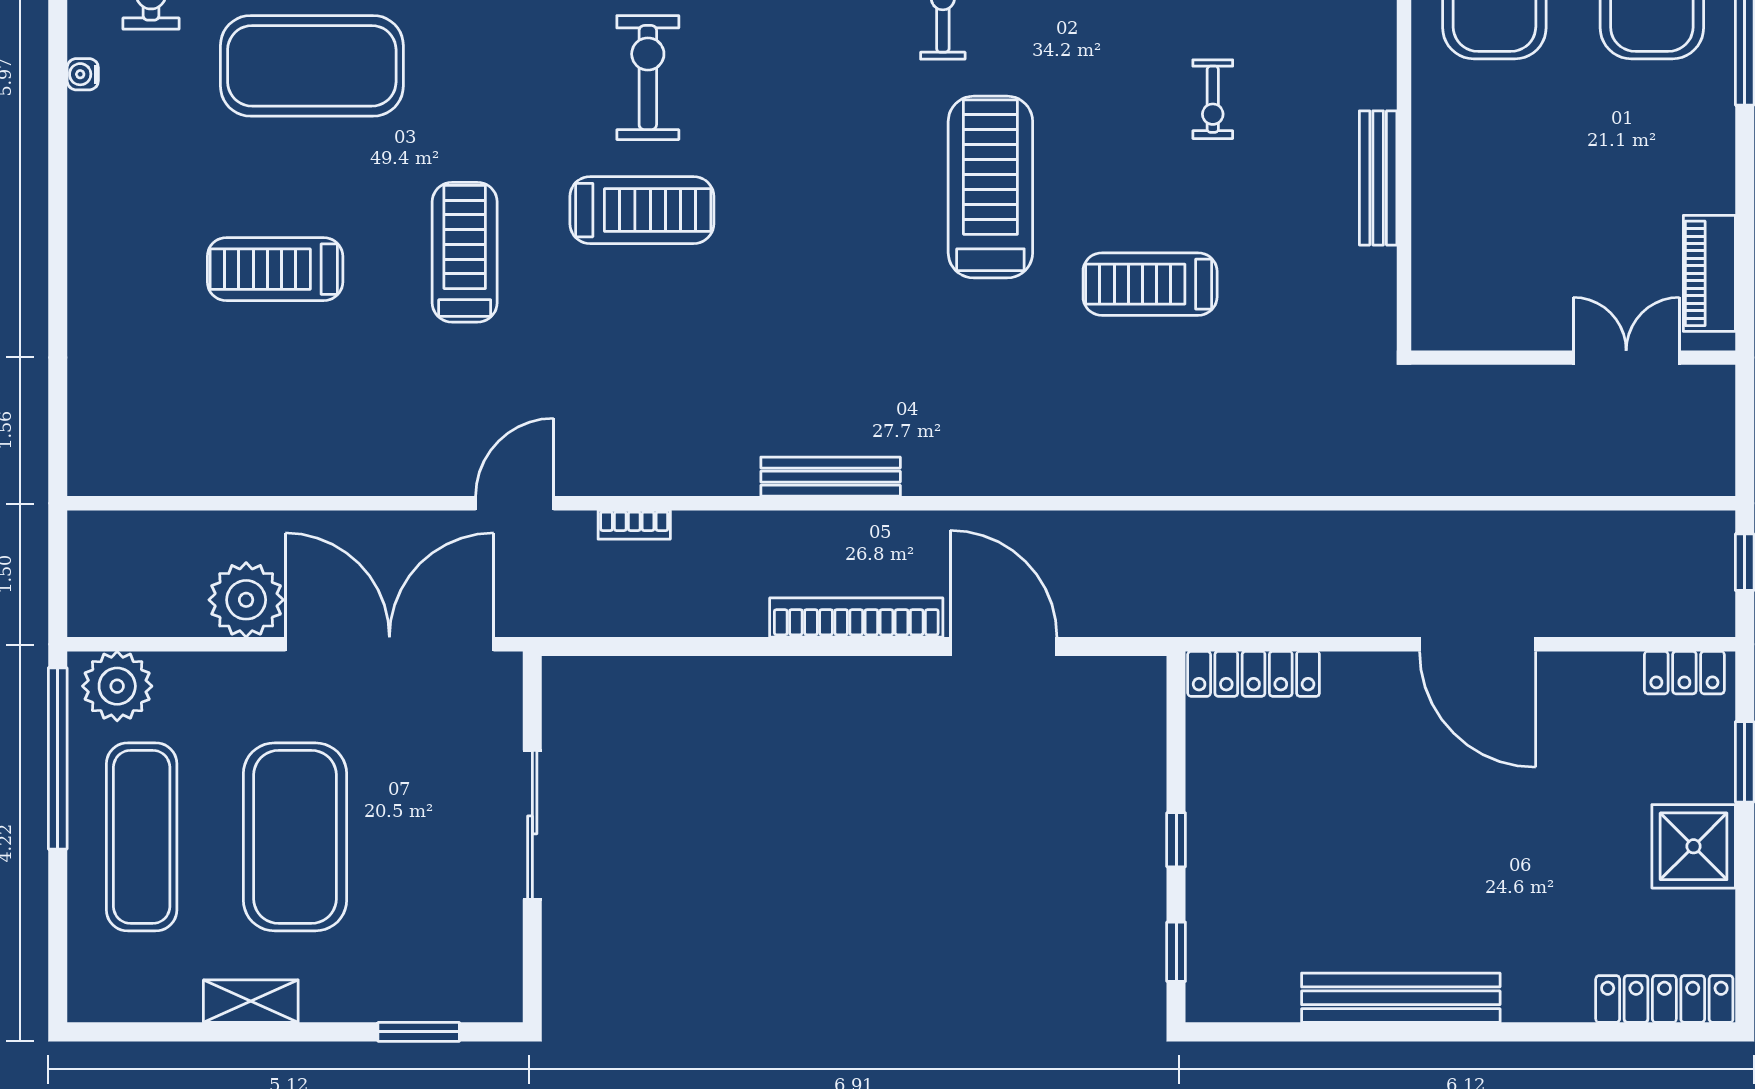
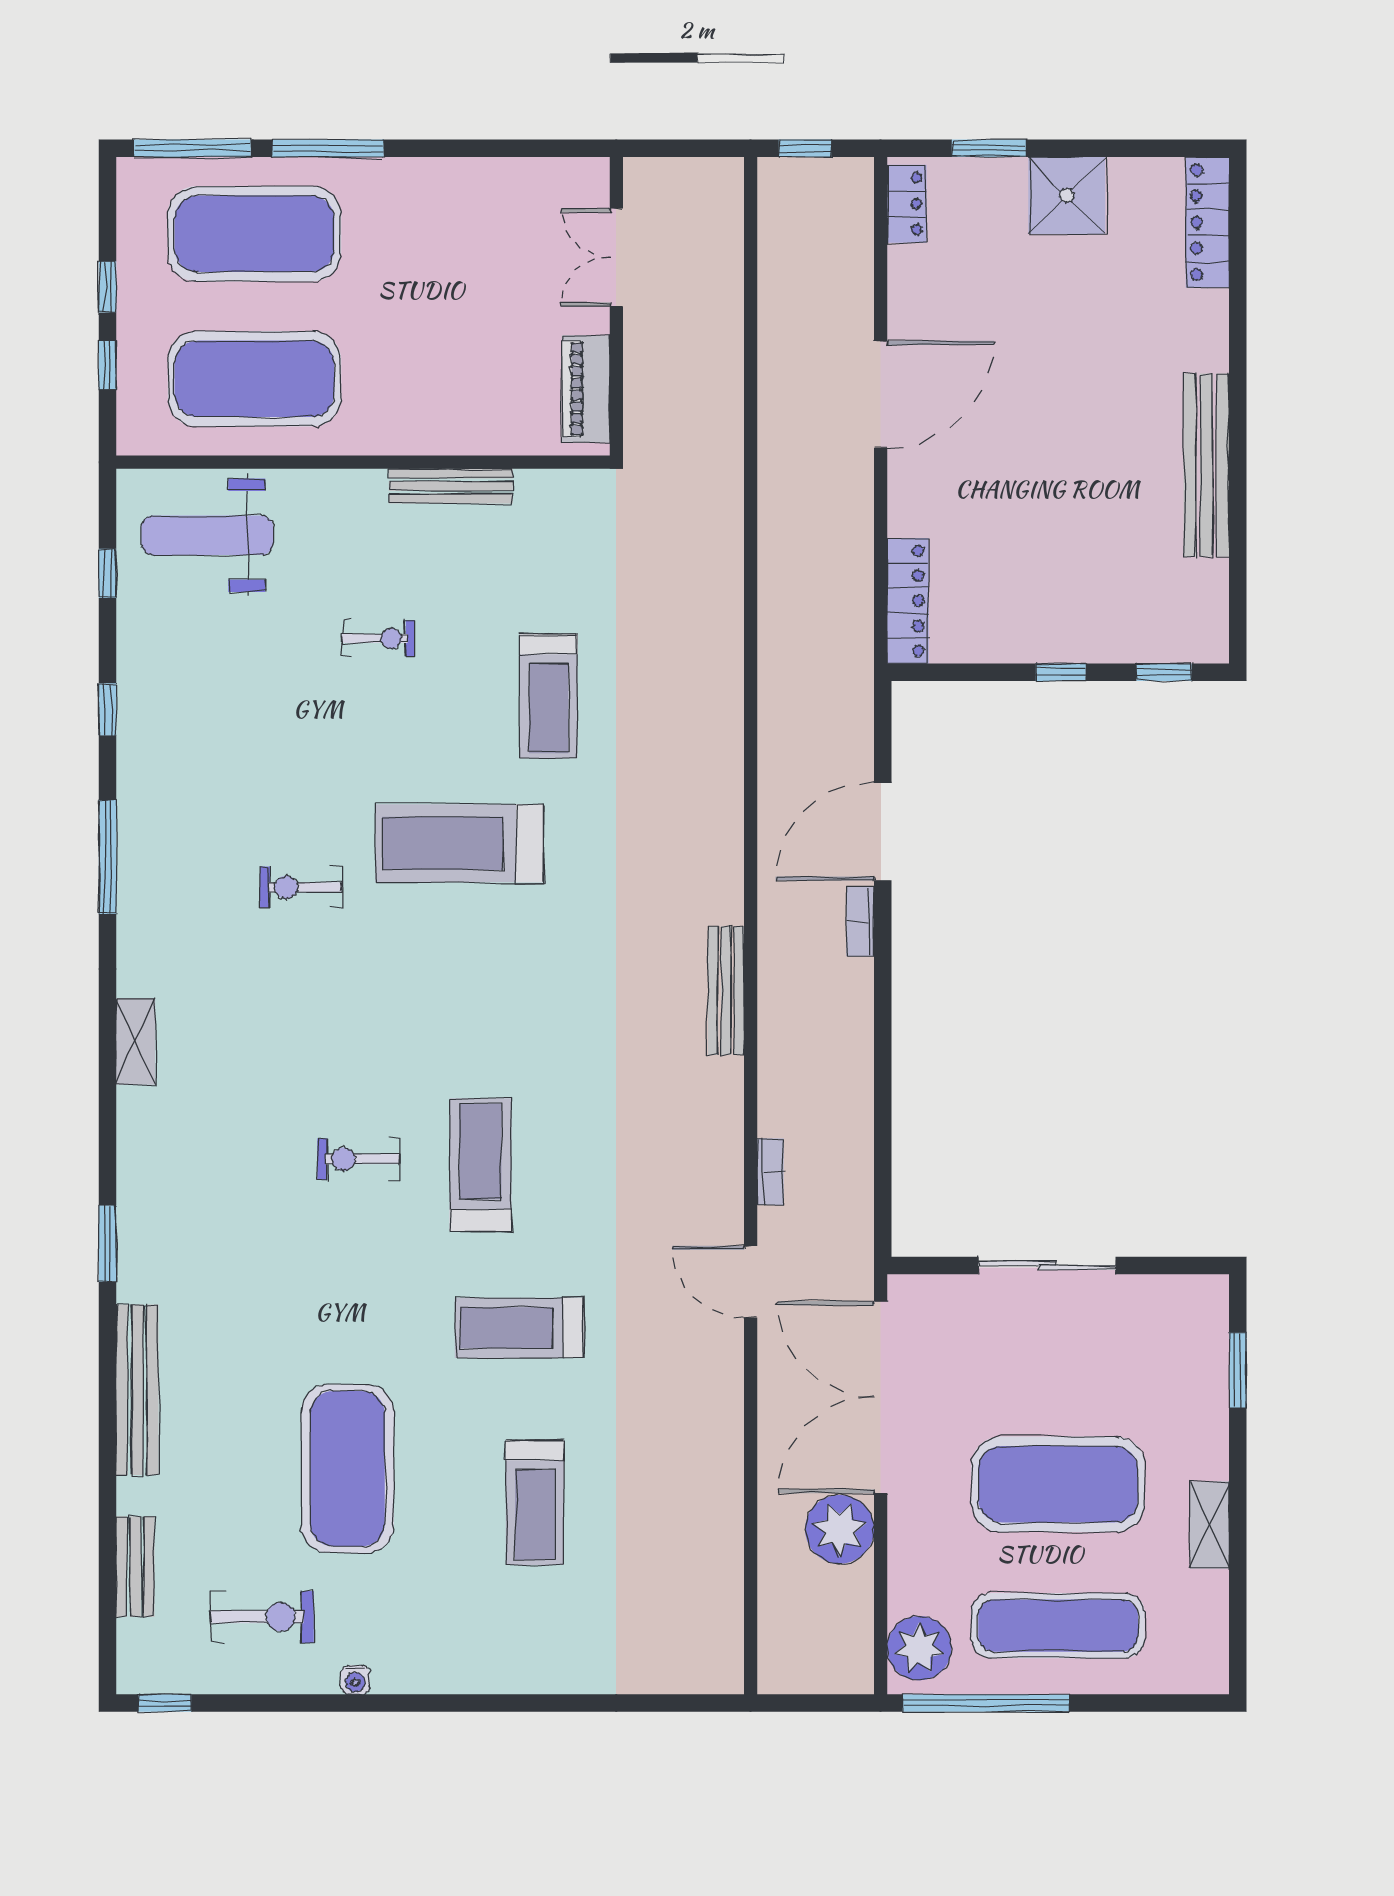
exercise bike: (648, 78) -> (358, 1159), width x0.73, depth x0.72
piano: (1709, 273) -> (586, 389), moved, turned 90
bookcase: (856, 618) -> (860, 922), width x0.43, depth x0.76

